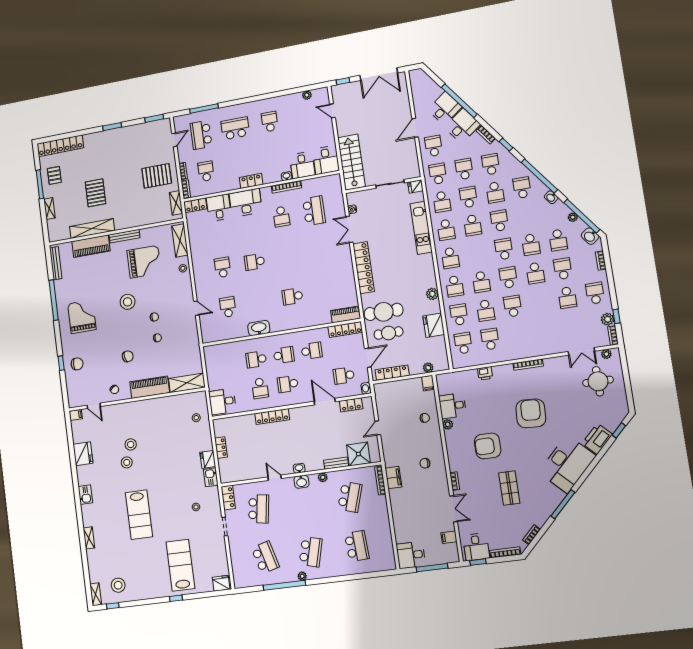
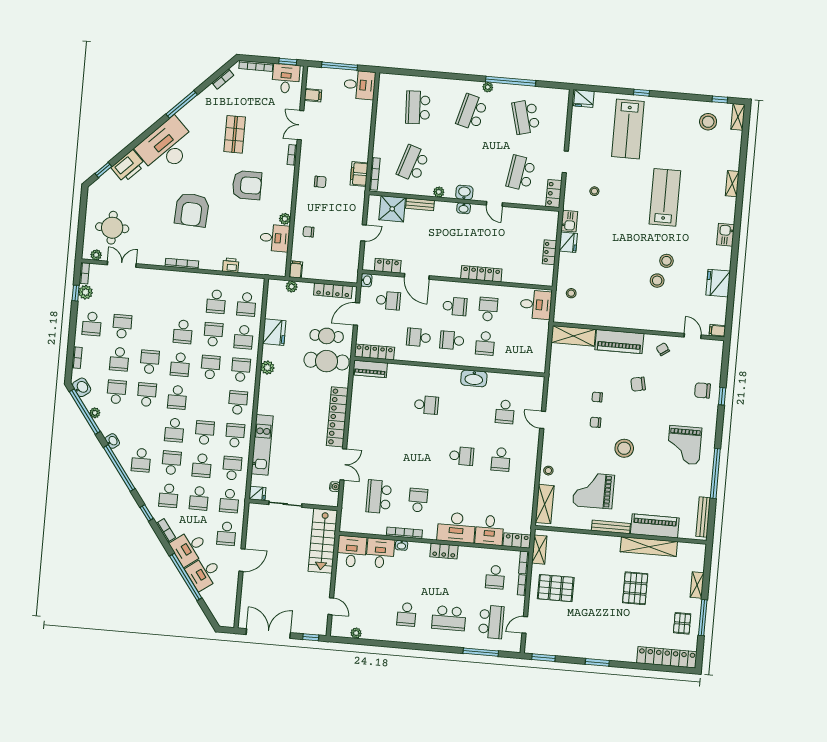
school desk: (256, 359) -> (485, 343), turned 90

